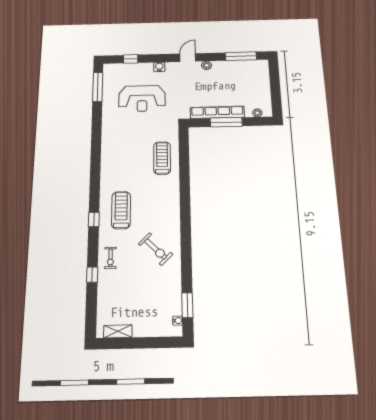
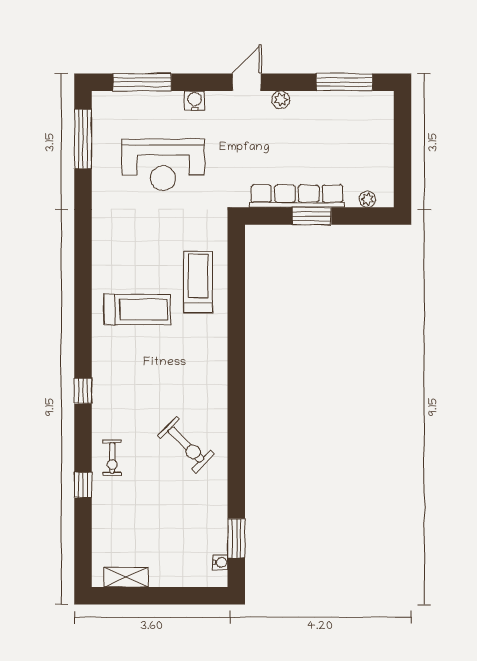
window: (131, 59) -> (142, 82), width x2.17
window: (226, 122) -> (312, 216), width x0.69
treadmill: (121, 210) -> (137, 309), moved, turned 90

